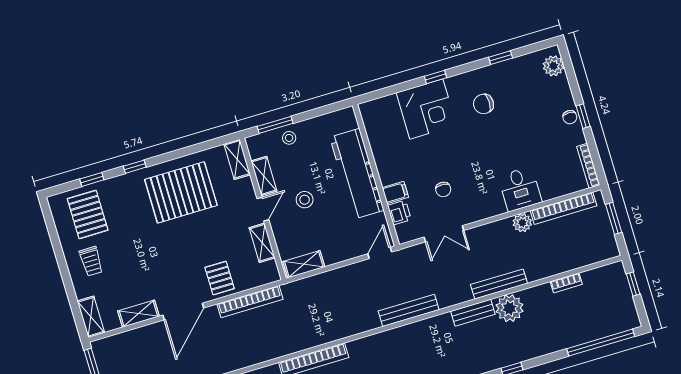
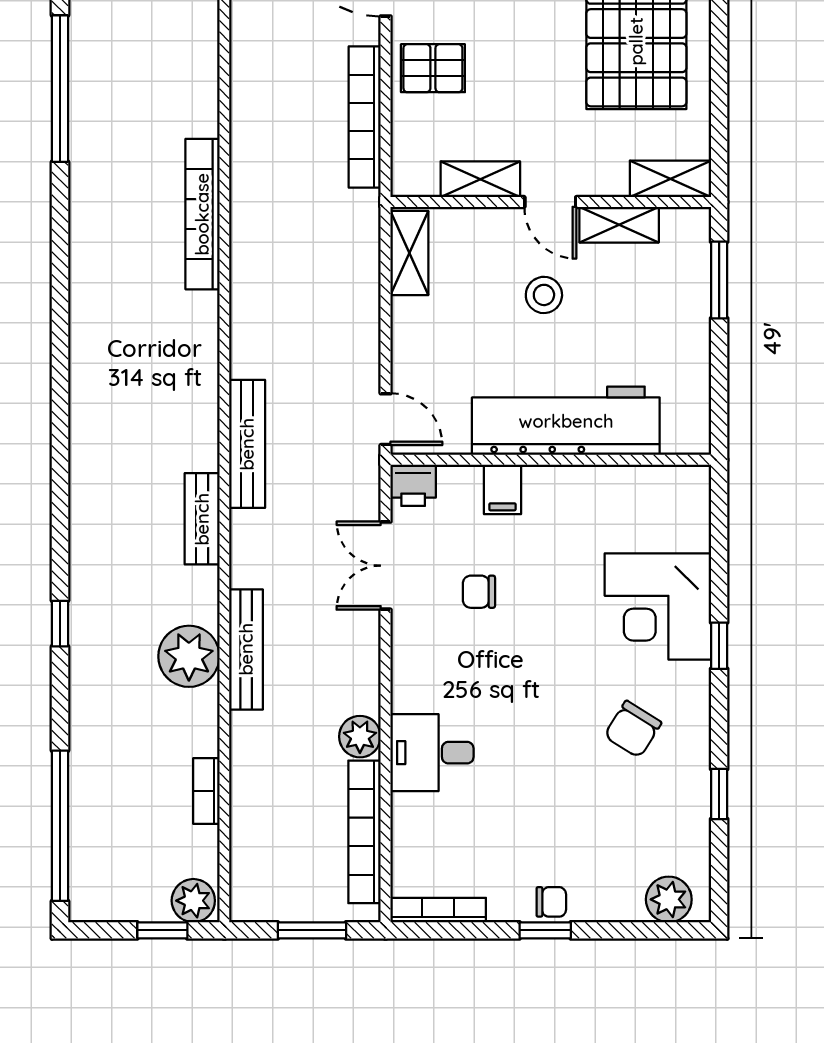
chair: (483, 104) -> (633, 729), turned -148
chair: (570, 117) -> (551, 902), turned 180
stool: (289, 138) -> (683, 301), removed
printer: (399, 213) -> (413, 485), moved
plant: (616, 274) -> (193, 901), added
bench: (473, 313) -> (202, 519), moved

